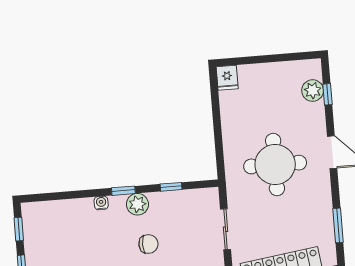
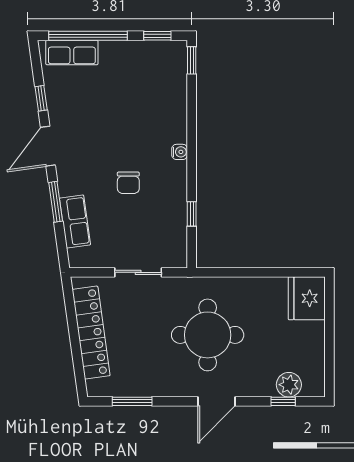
fridge: (227, 78) -> (307, 298), width x1.88, depth x1.34
window: (123, 191) -> (192, 60), moved
water cooler: (101, 203) -> (180, 152), moved
plant: (137, 204) -> (175, 174), removed

